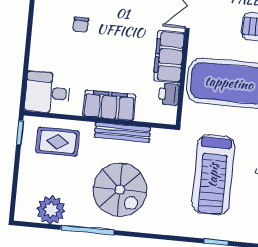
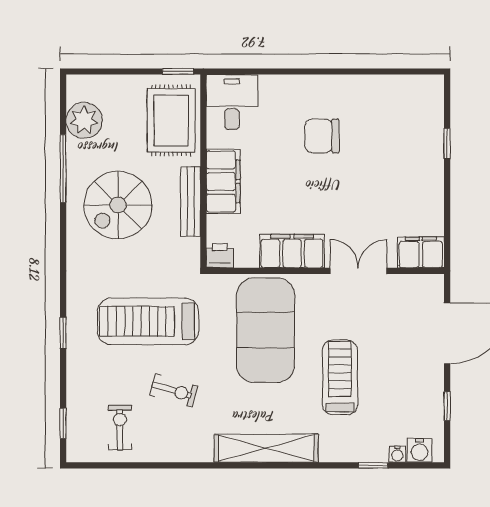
chair: (81, 25) -> (322, 136), width x1.87, depth x1.87
printer: (169, 94) -> (220, 256), moved
rug: (58, 142) -> (171, 120), width x1.36, depth x1.43

